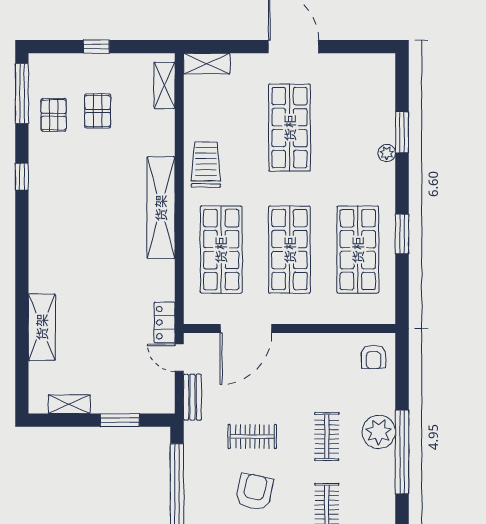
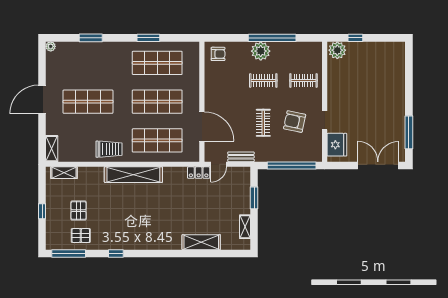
pallet: (98, 111) -> (79, 211), turned 90
plant: (387, 153) -> (51, 46), moved
trolley: (206, 165) -> (109, 149), turned 180

